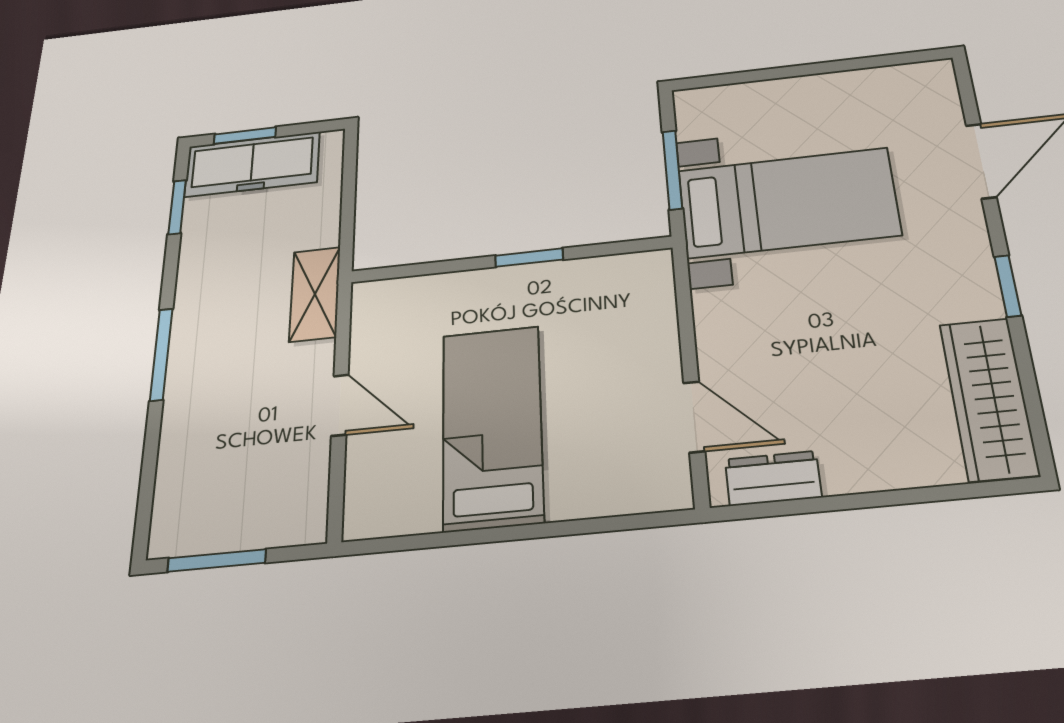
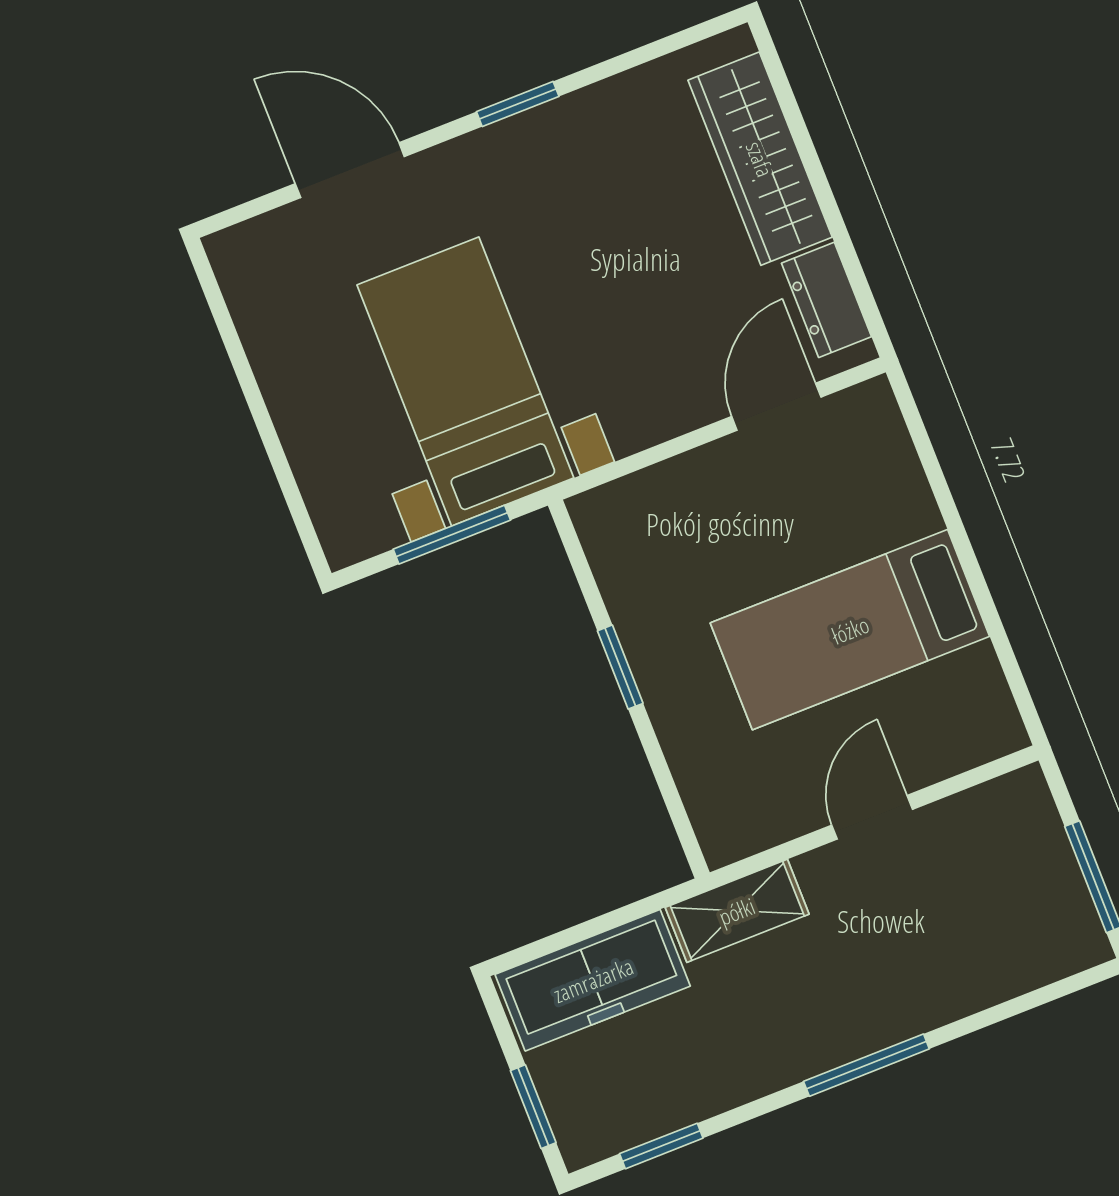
freezer: (252, 164) -> (593, 980), moved, turned 90
wardrobe: (989, 398) -> (760, 159), moved, turned 90

